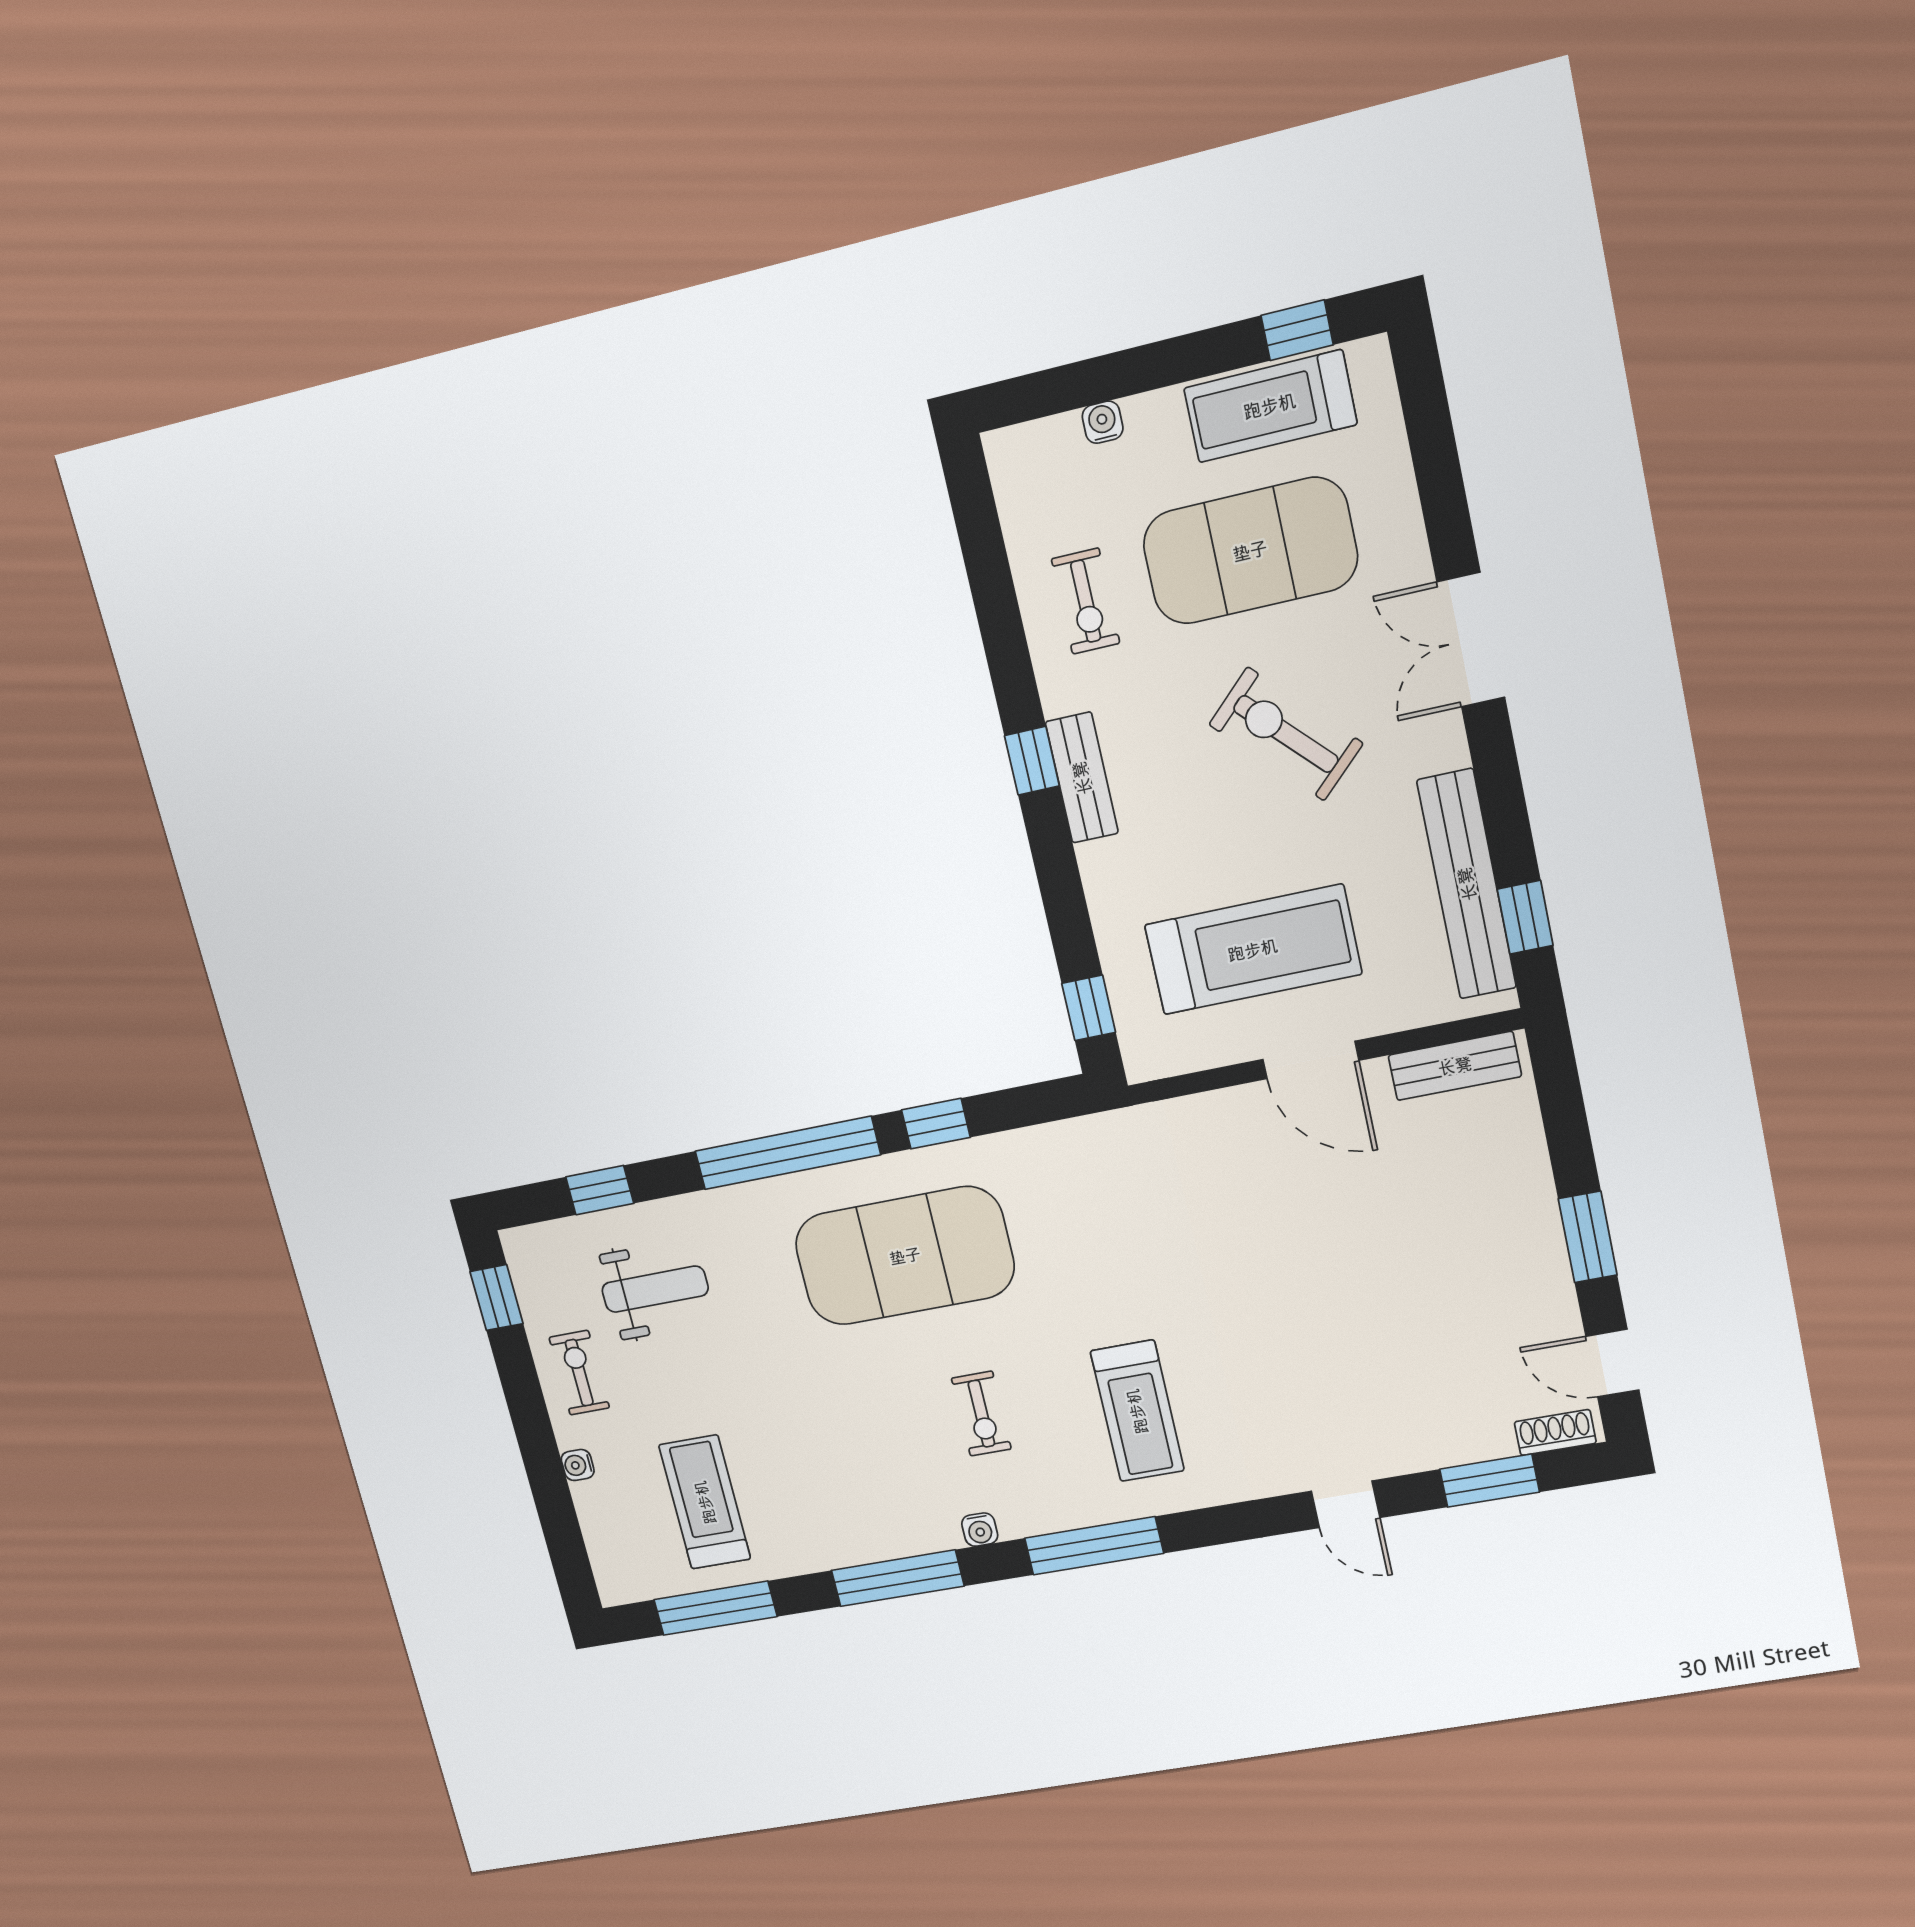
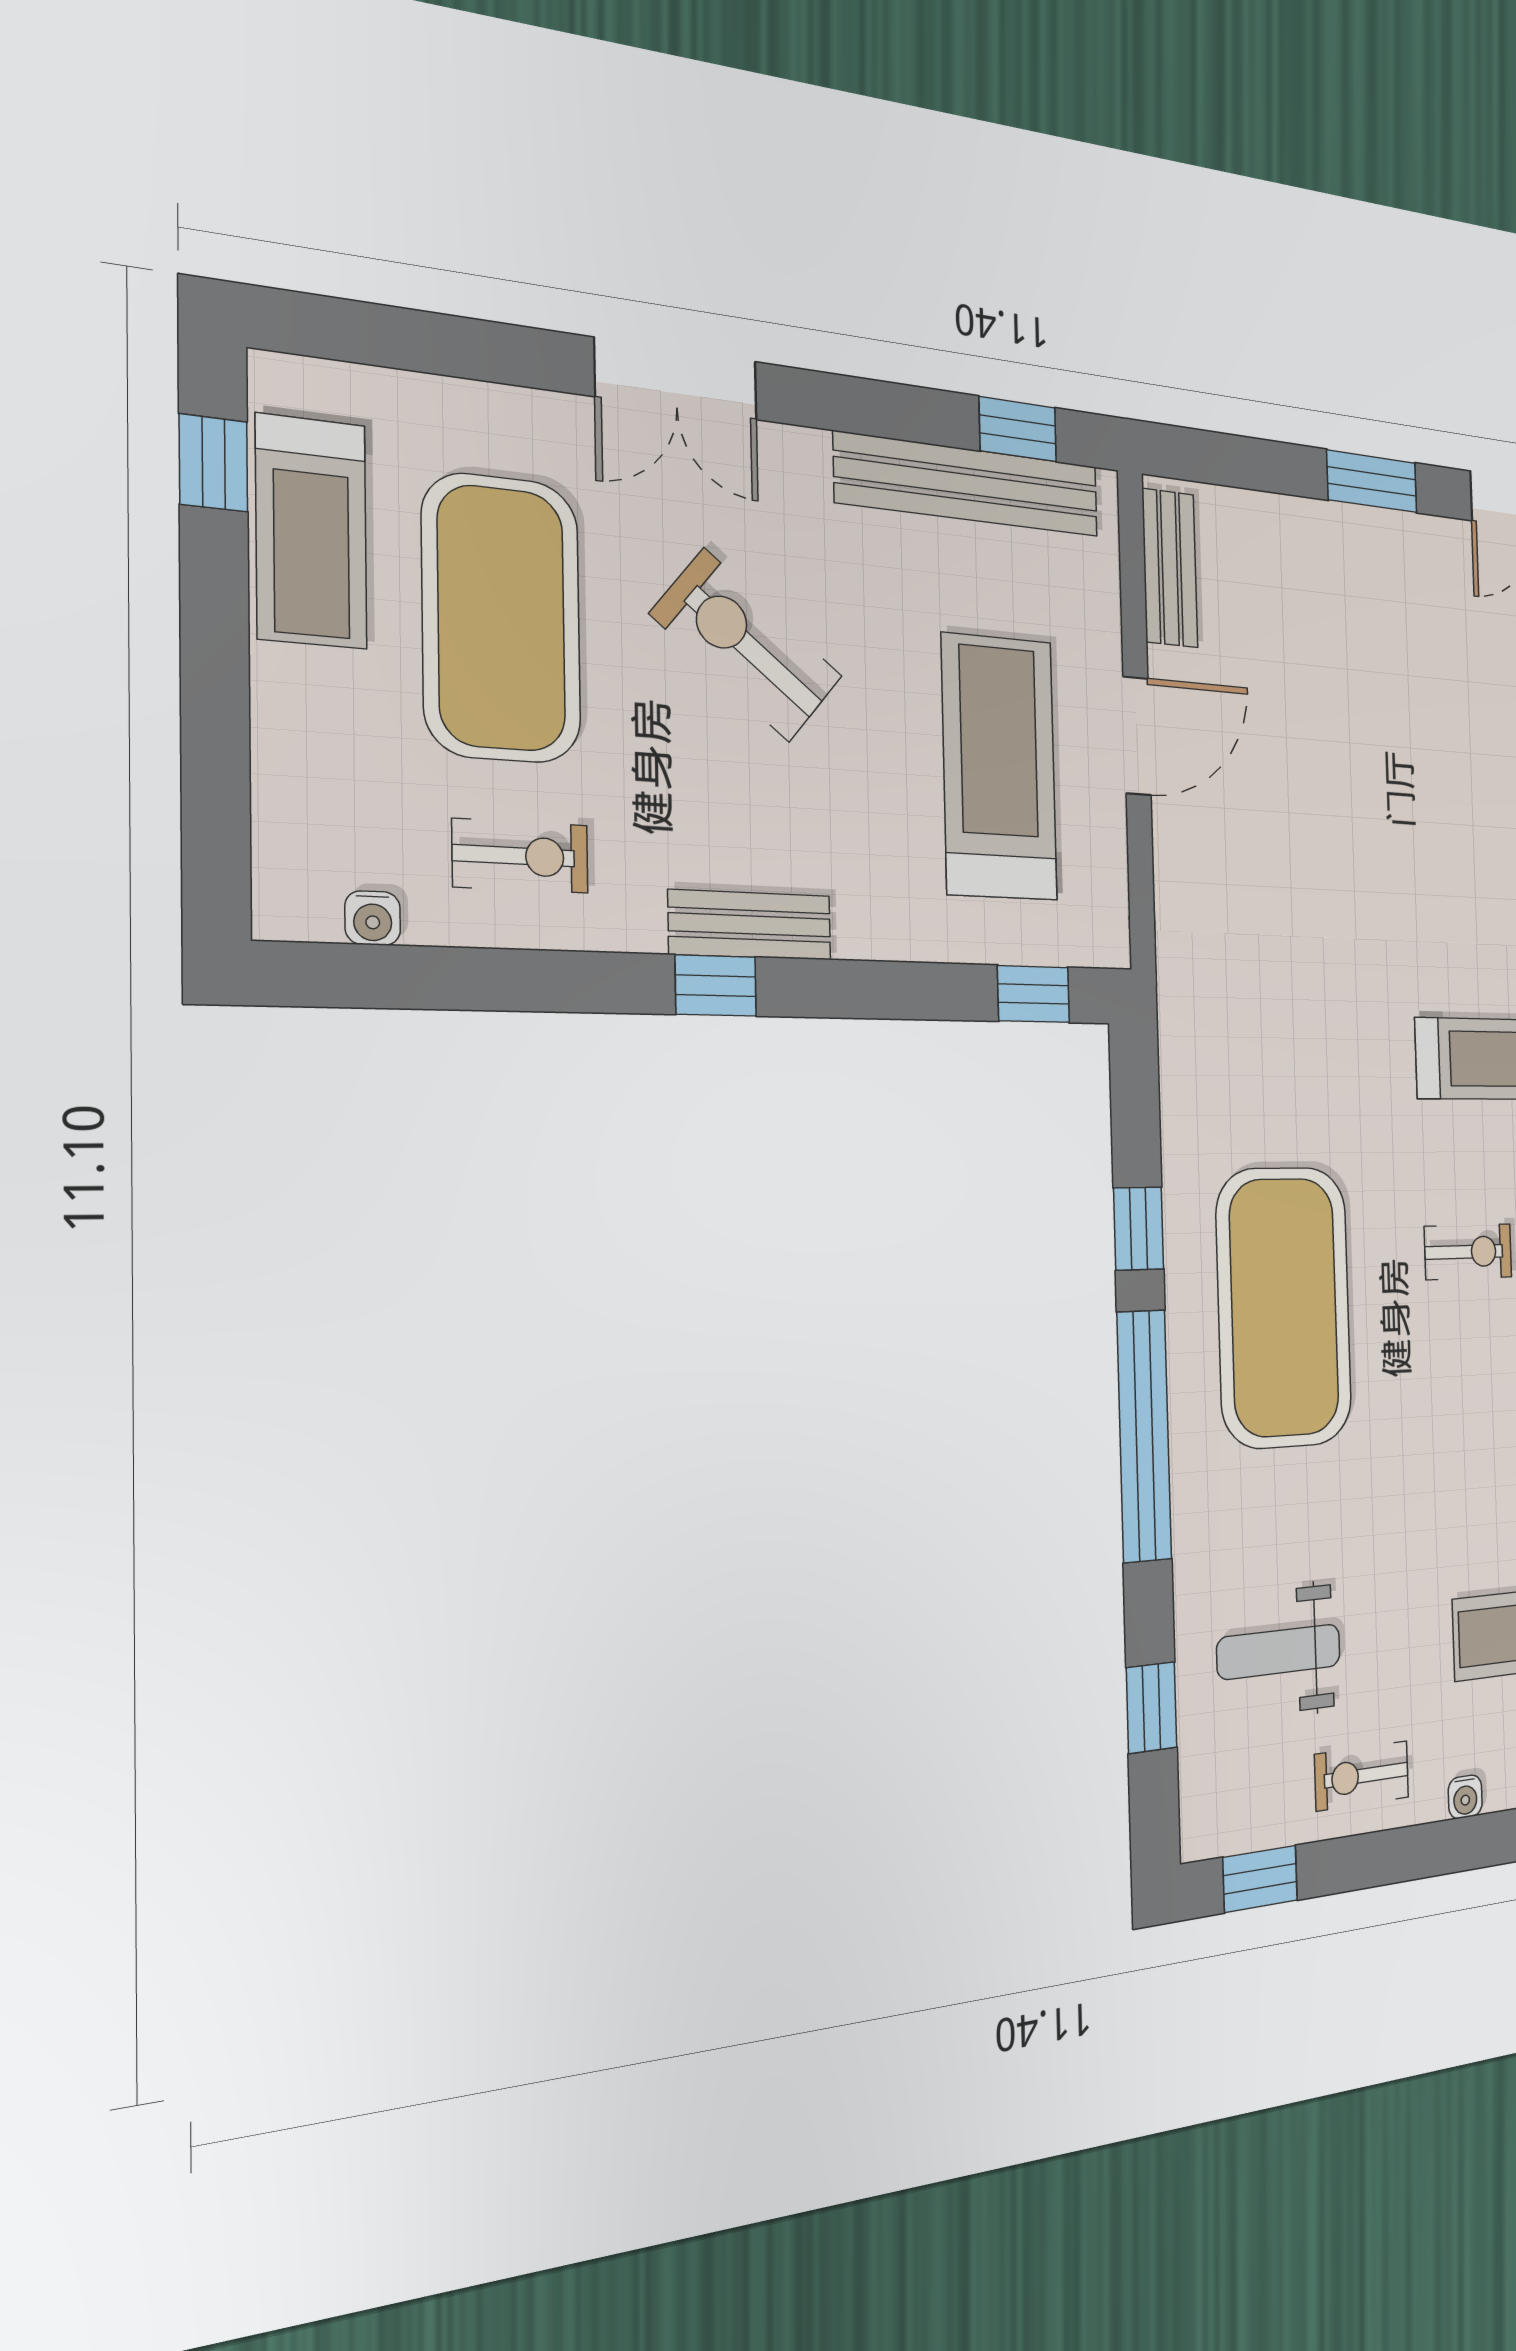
water cooler: (1103, 422) -> (373, 918), moved, turned -90
exercise bike: (1286, 734) -> (747, 645), turned 83
weight bench: (655, 1289) -> (1279, 1652), turned -90

